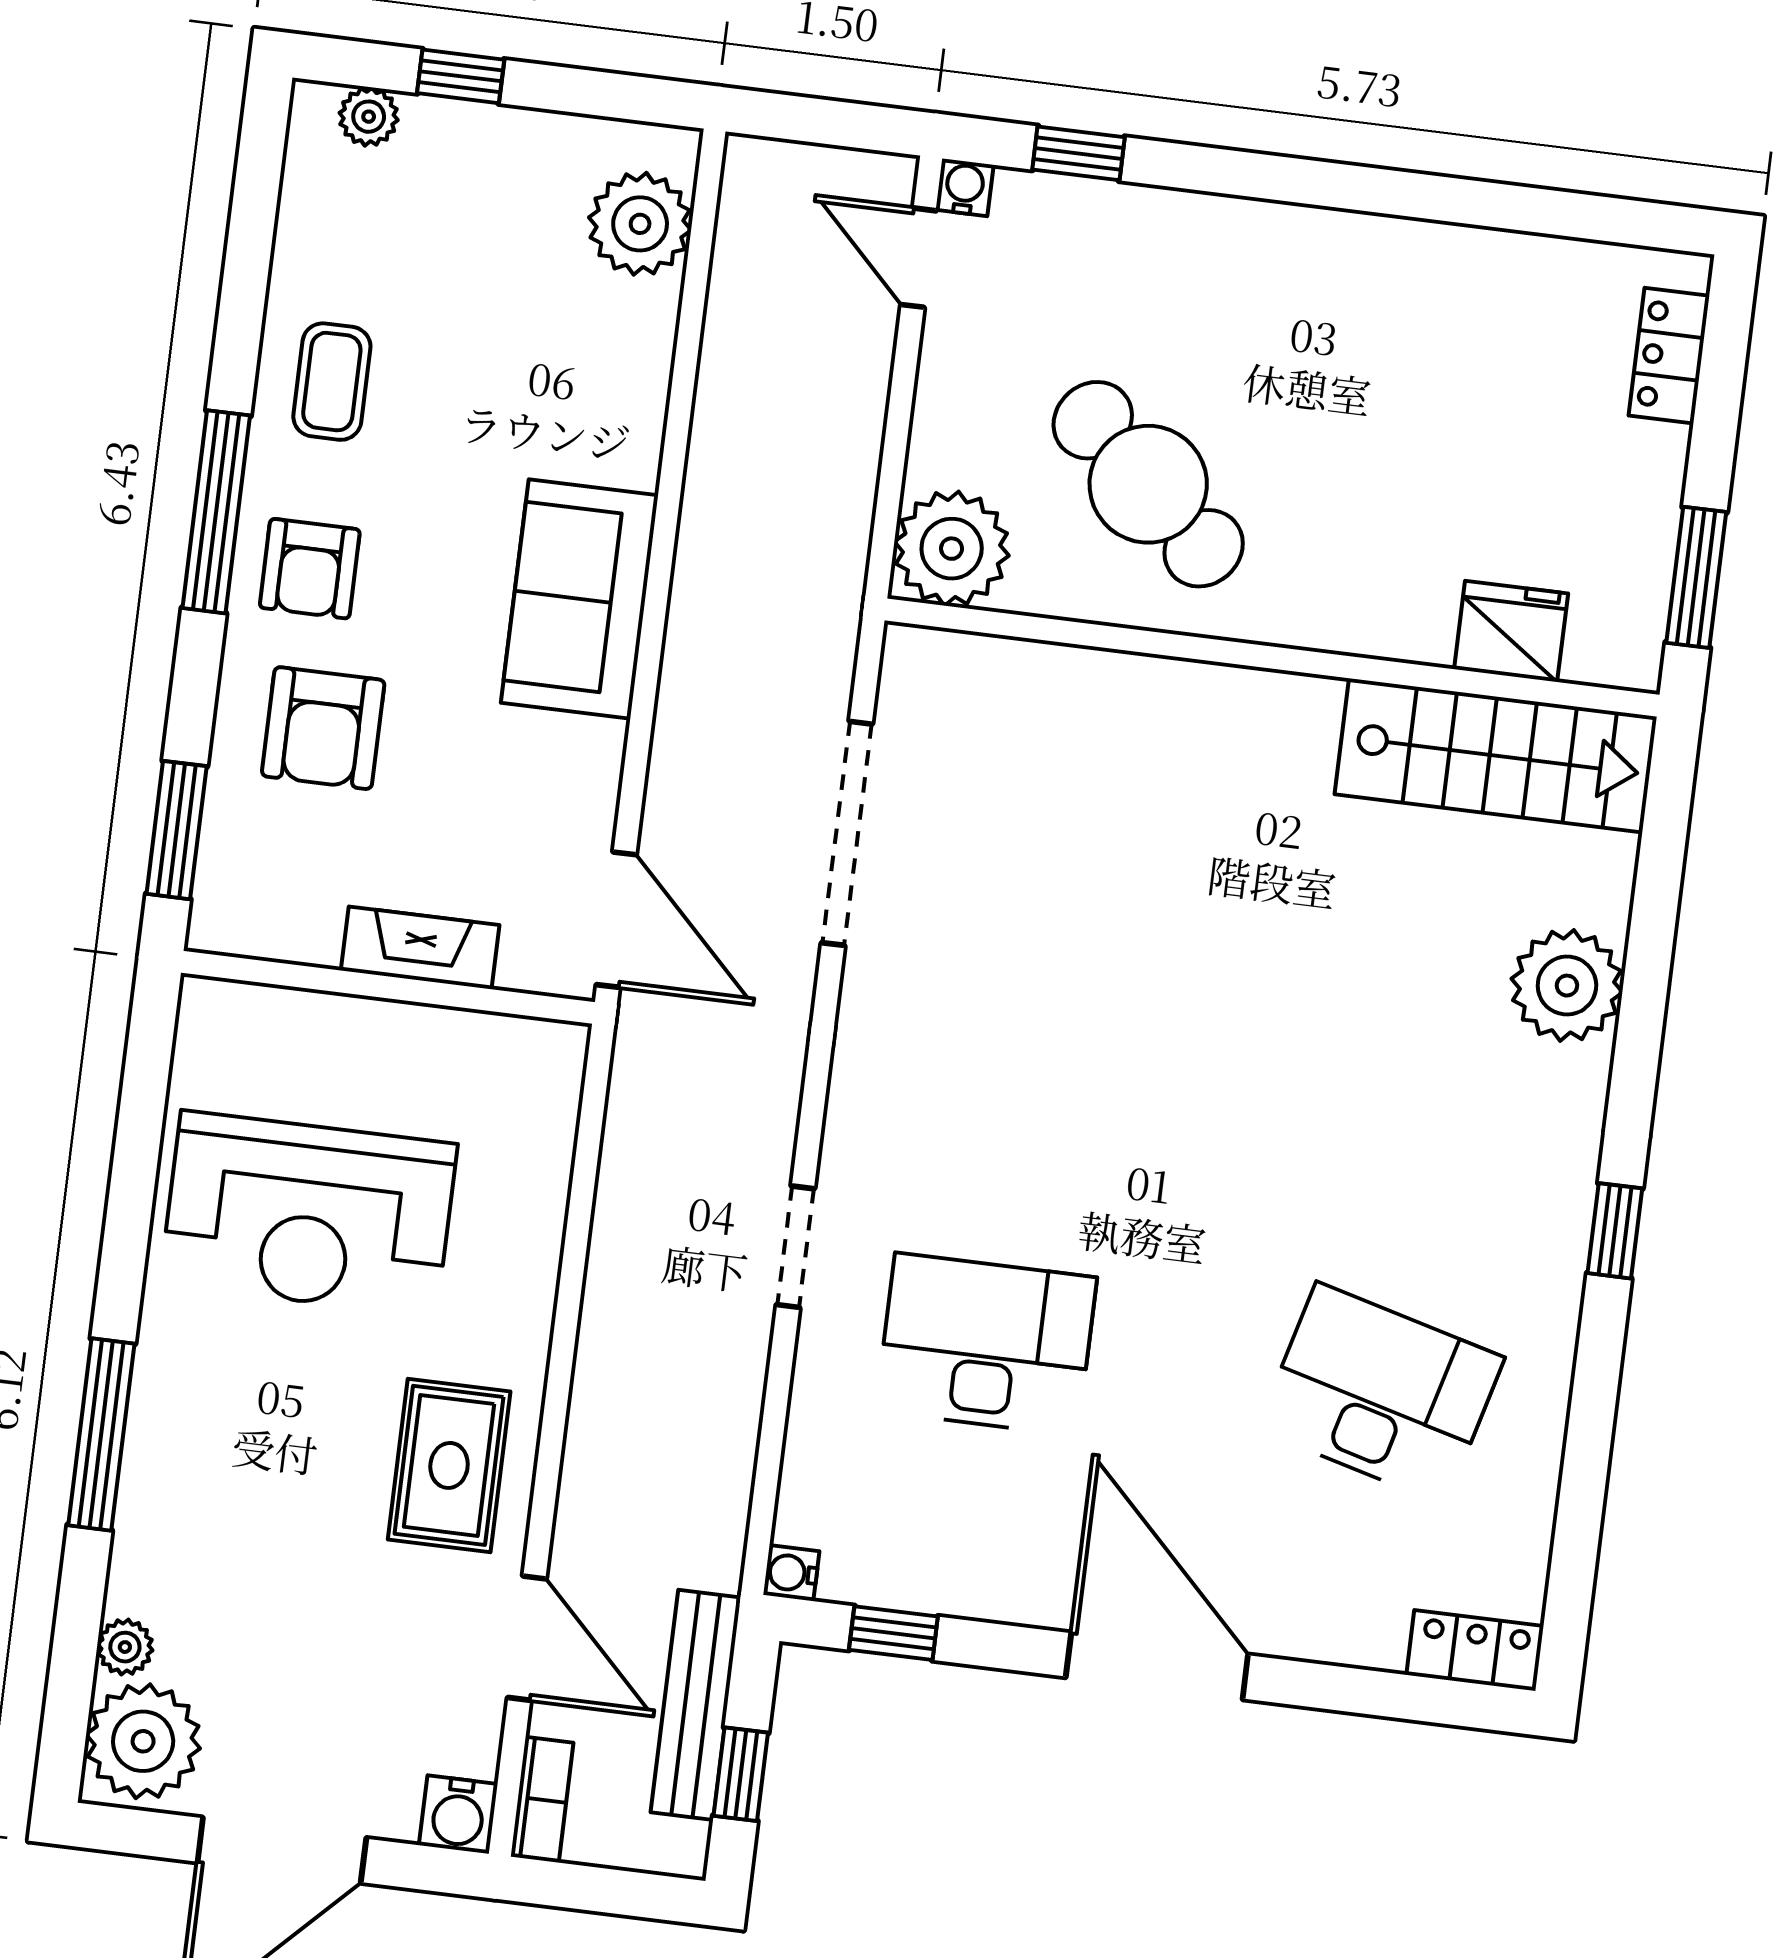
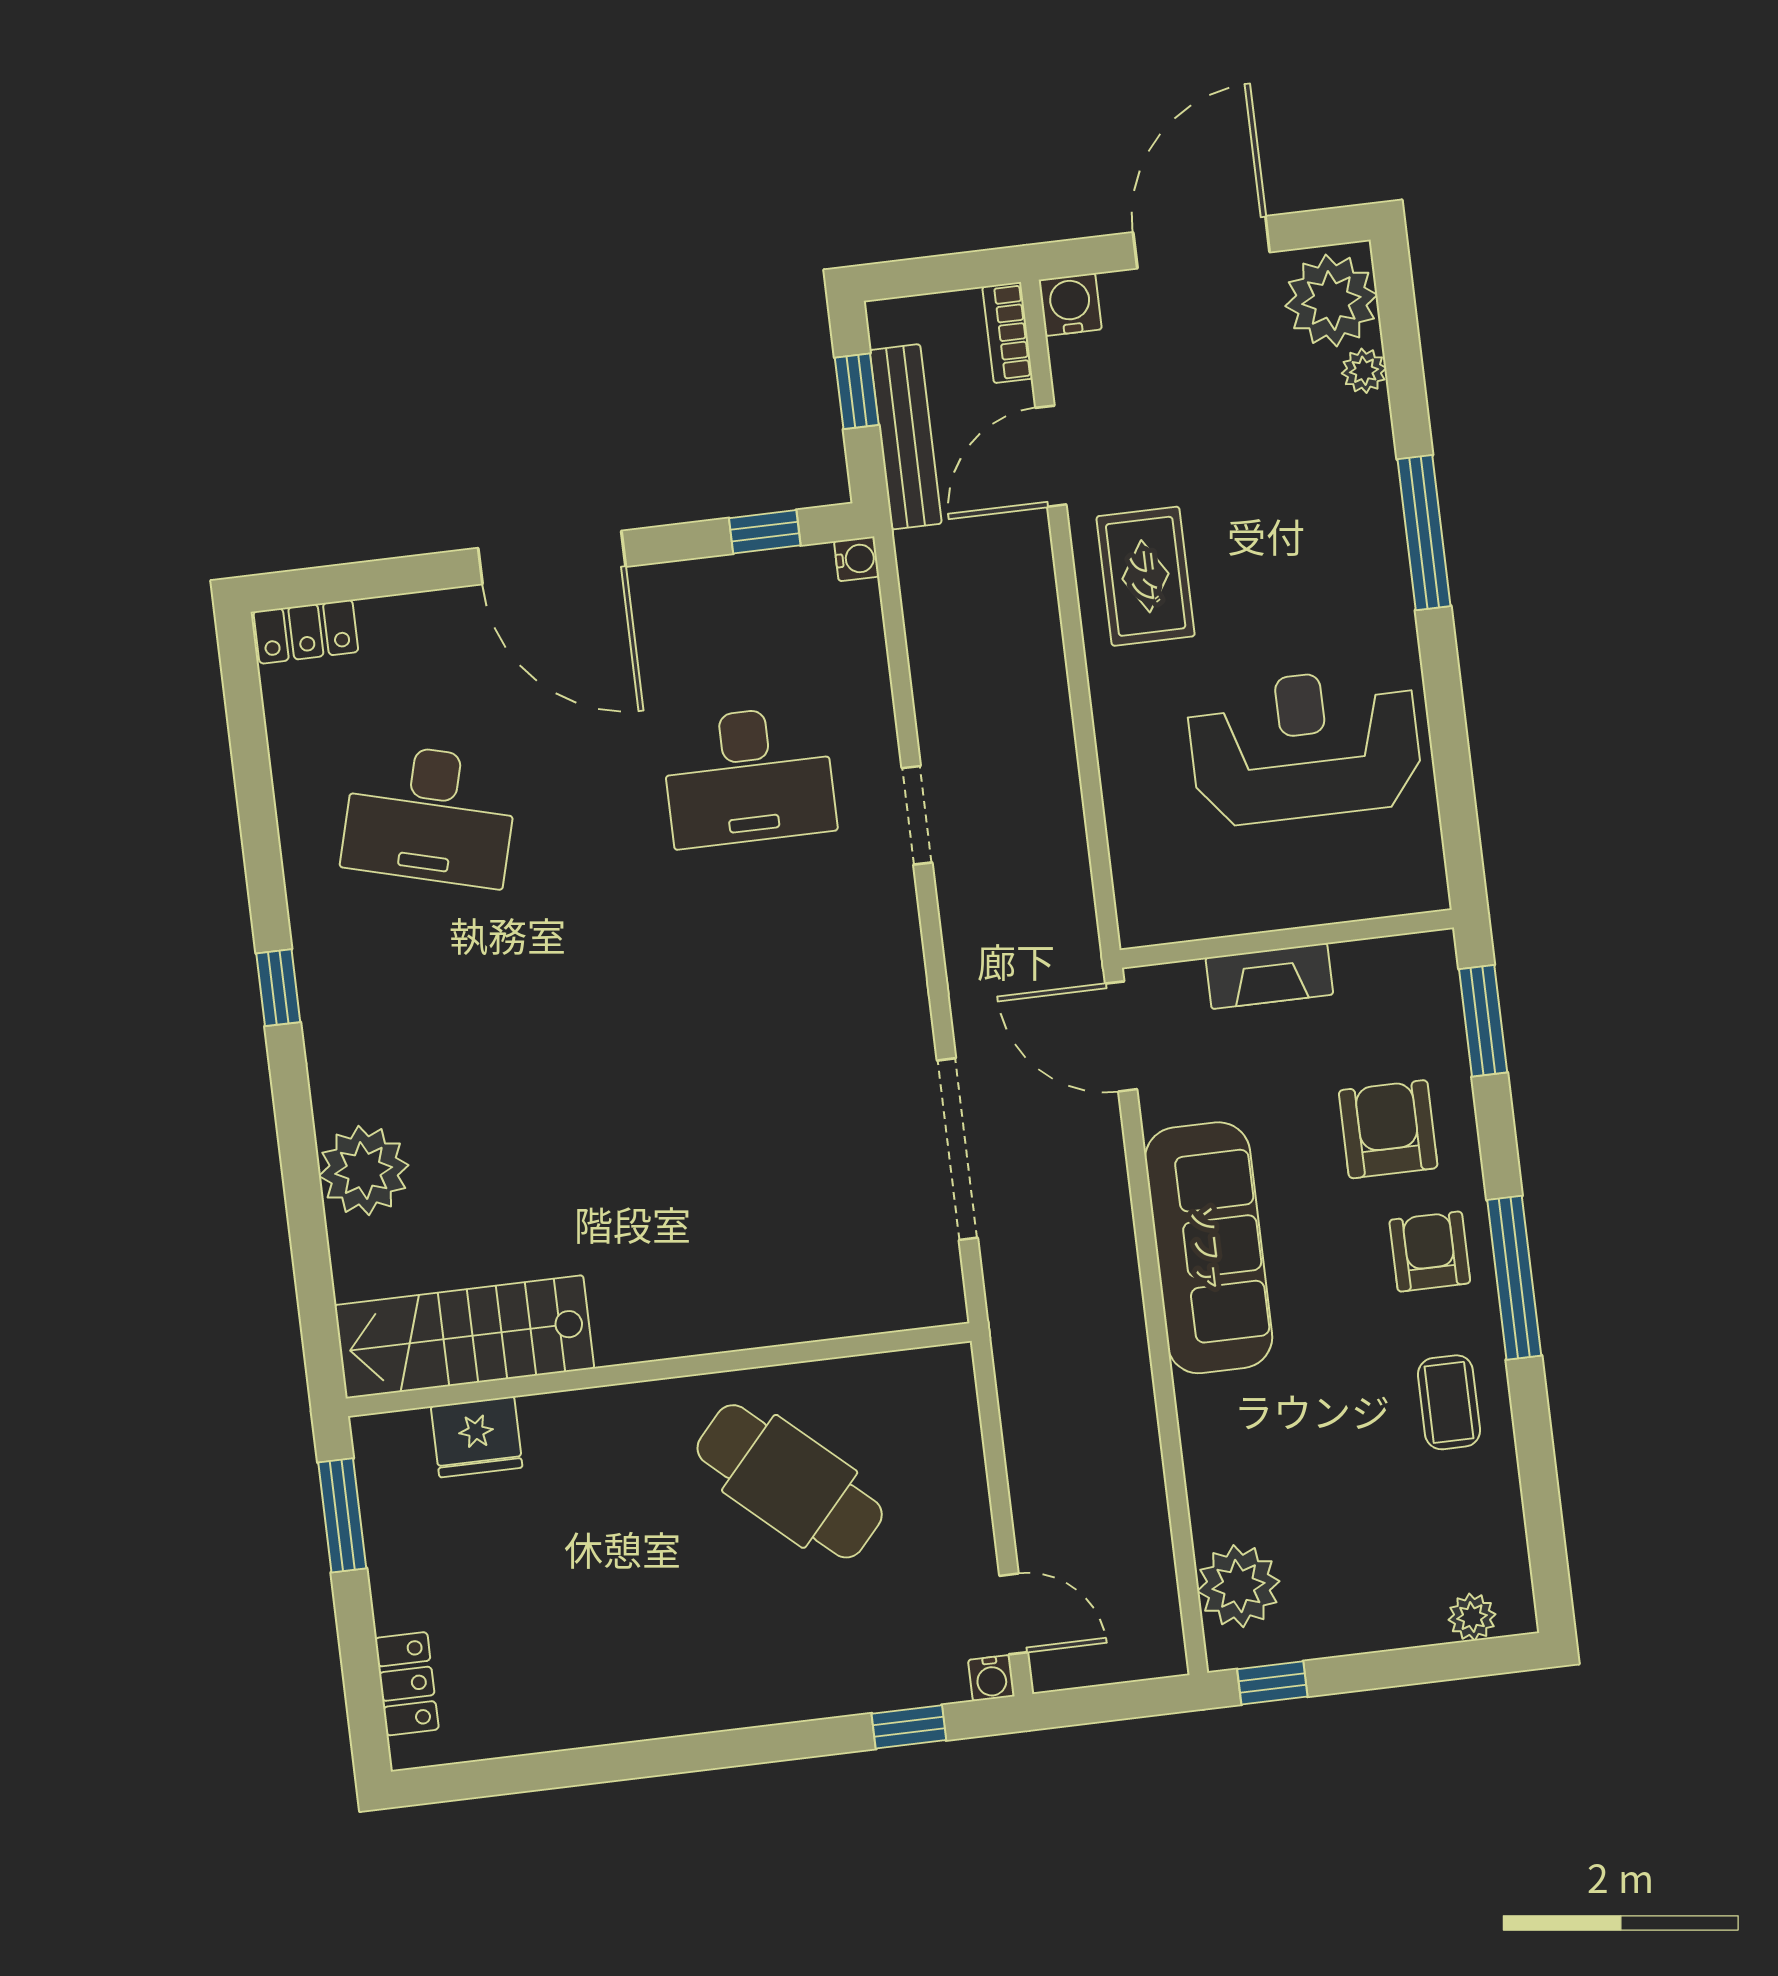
window: (461, 76) -> (1272, 1683), moved
plant: (952, 549) -> (931, 1393), removed
sofa: (580, 599) -> (1209, 1248), width x1.36
door: (527, 1638) -> (1051, 456), hinge flipped

